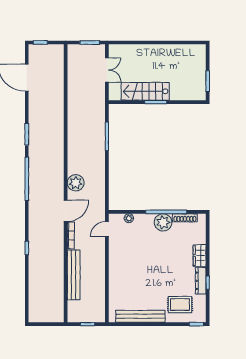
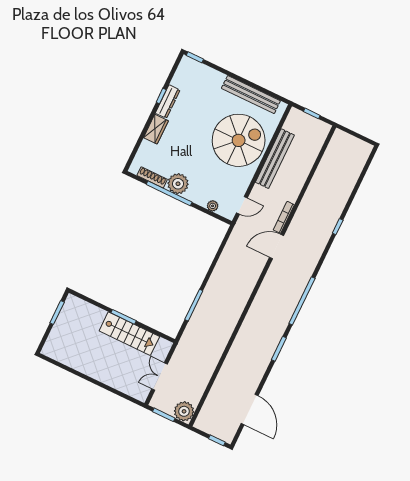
plant: (76, 183) -> (184, 411), moved
bench: (74, 275) -> (275, 159), moved
spiral stairs: (133, 277) -> (239, 140), added
rug: (180, 305) -> (202, 87), removed

